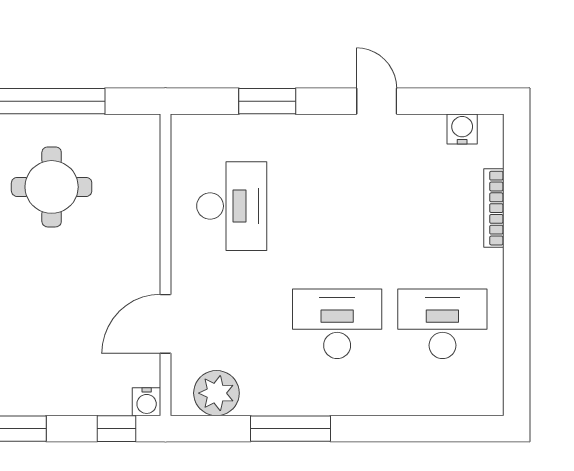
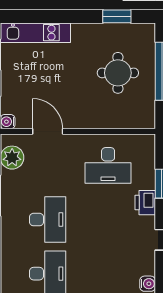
printer: (304, 134) -> (145, 203), added

